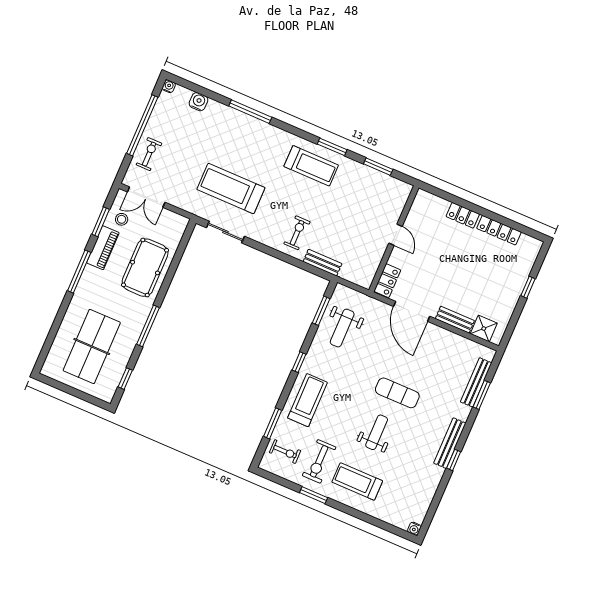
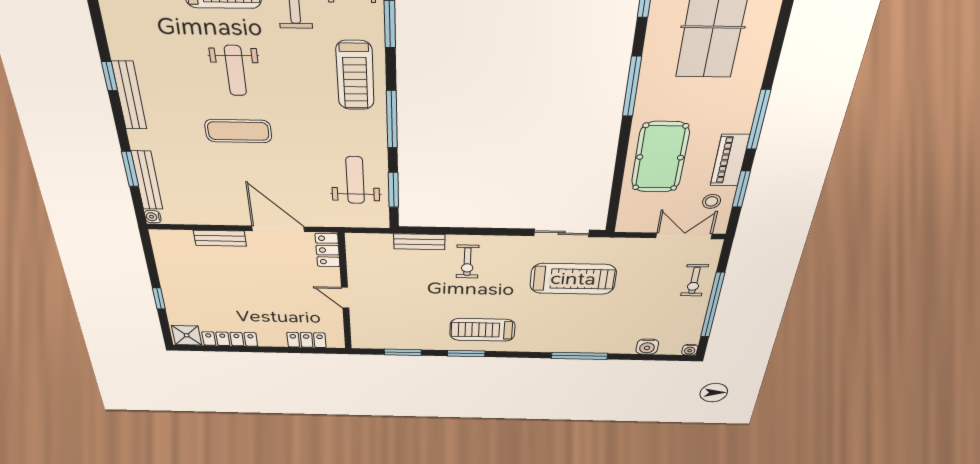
locker: (463, 215) -> (307, 340), moved
shower: (484, 329) -> (187, 335), moved
water cooler: (490, 354) -> (153, 217), added
window: (299, 362) -> (392, 119), width x2.17

